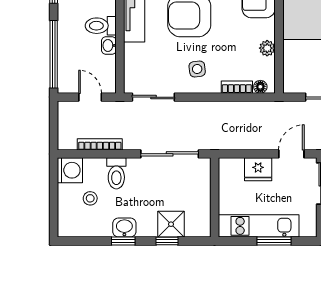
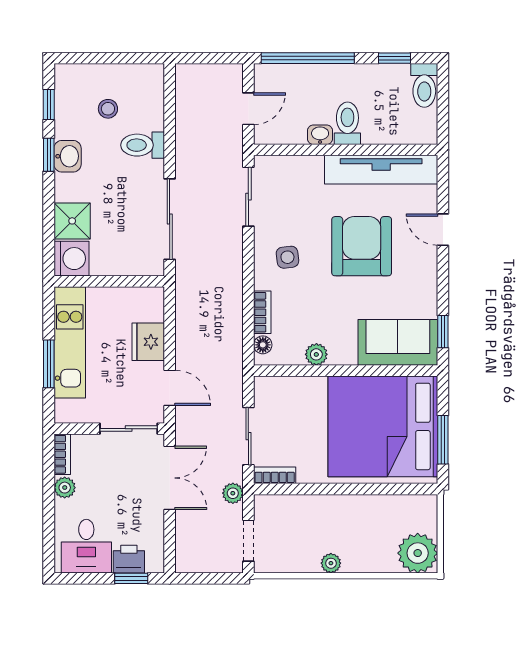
bookcase: (100, 144) -> (183, 122), removed
washing machine: (70, 170) -> (71, 259), moved, turned -90
window: (167, 241) -> (49, 105), moved

